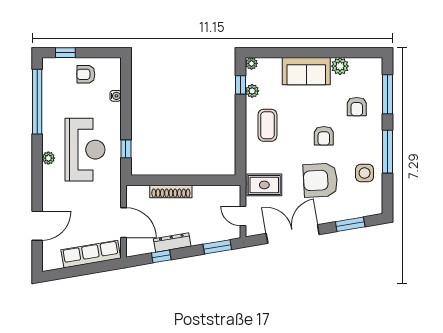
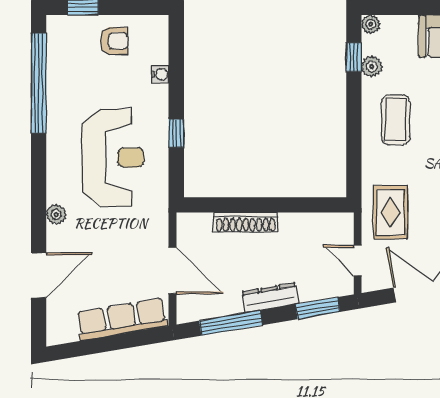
armchair: (86, 74) -> (114, 41), turned 180
window: (126, 149) -> (176, 133), moved
plant: (48, 158) -> (56, 214), moved
rug: (264, 185) -> (391, 212), turned 90
dresser: (172, 243) -> (270, 298), moved
window: (161, 256) -> (231, 323), width x2.17

